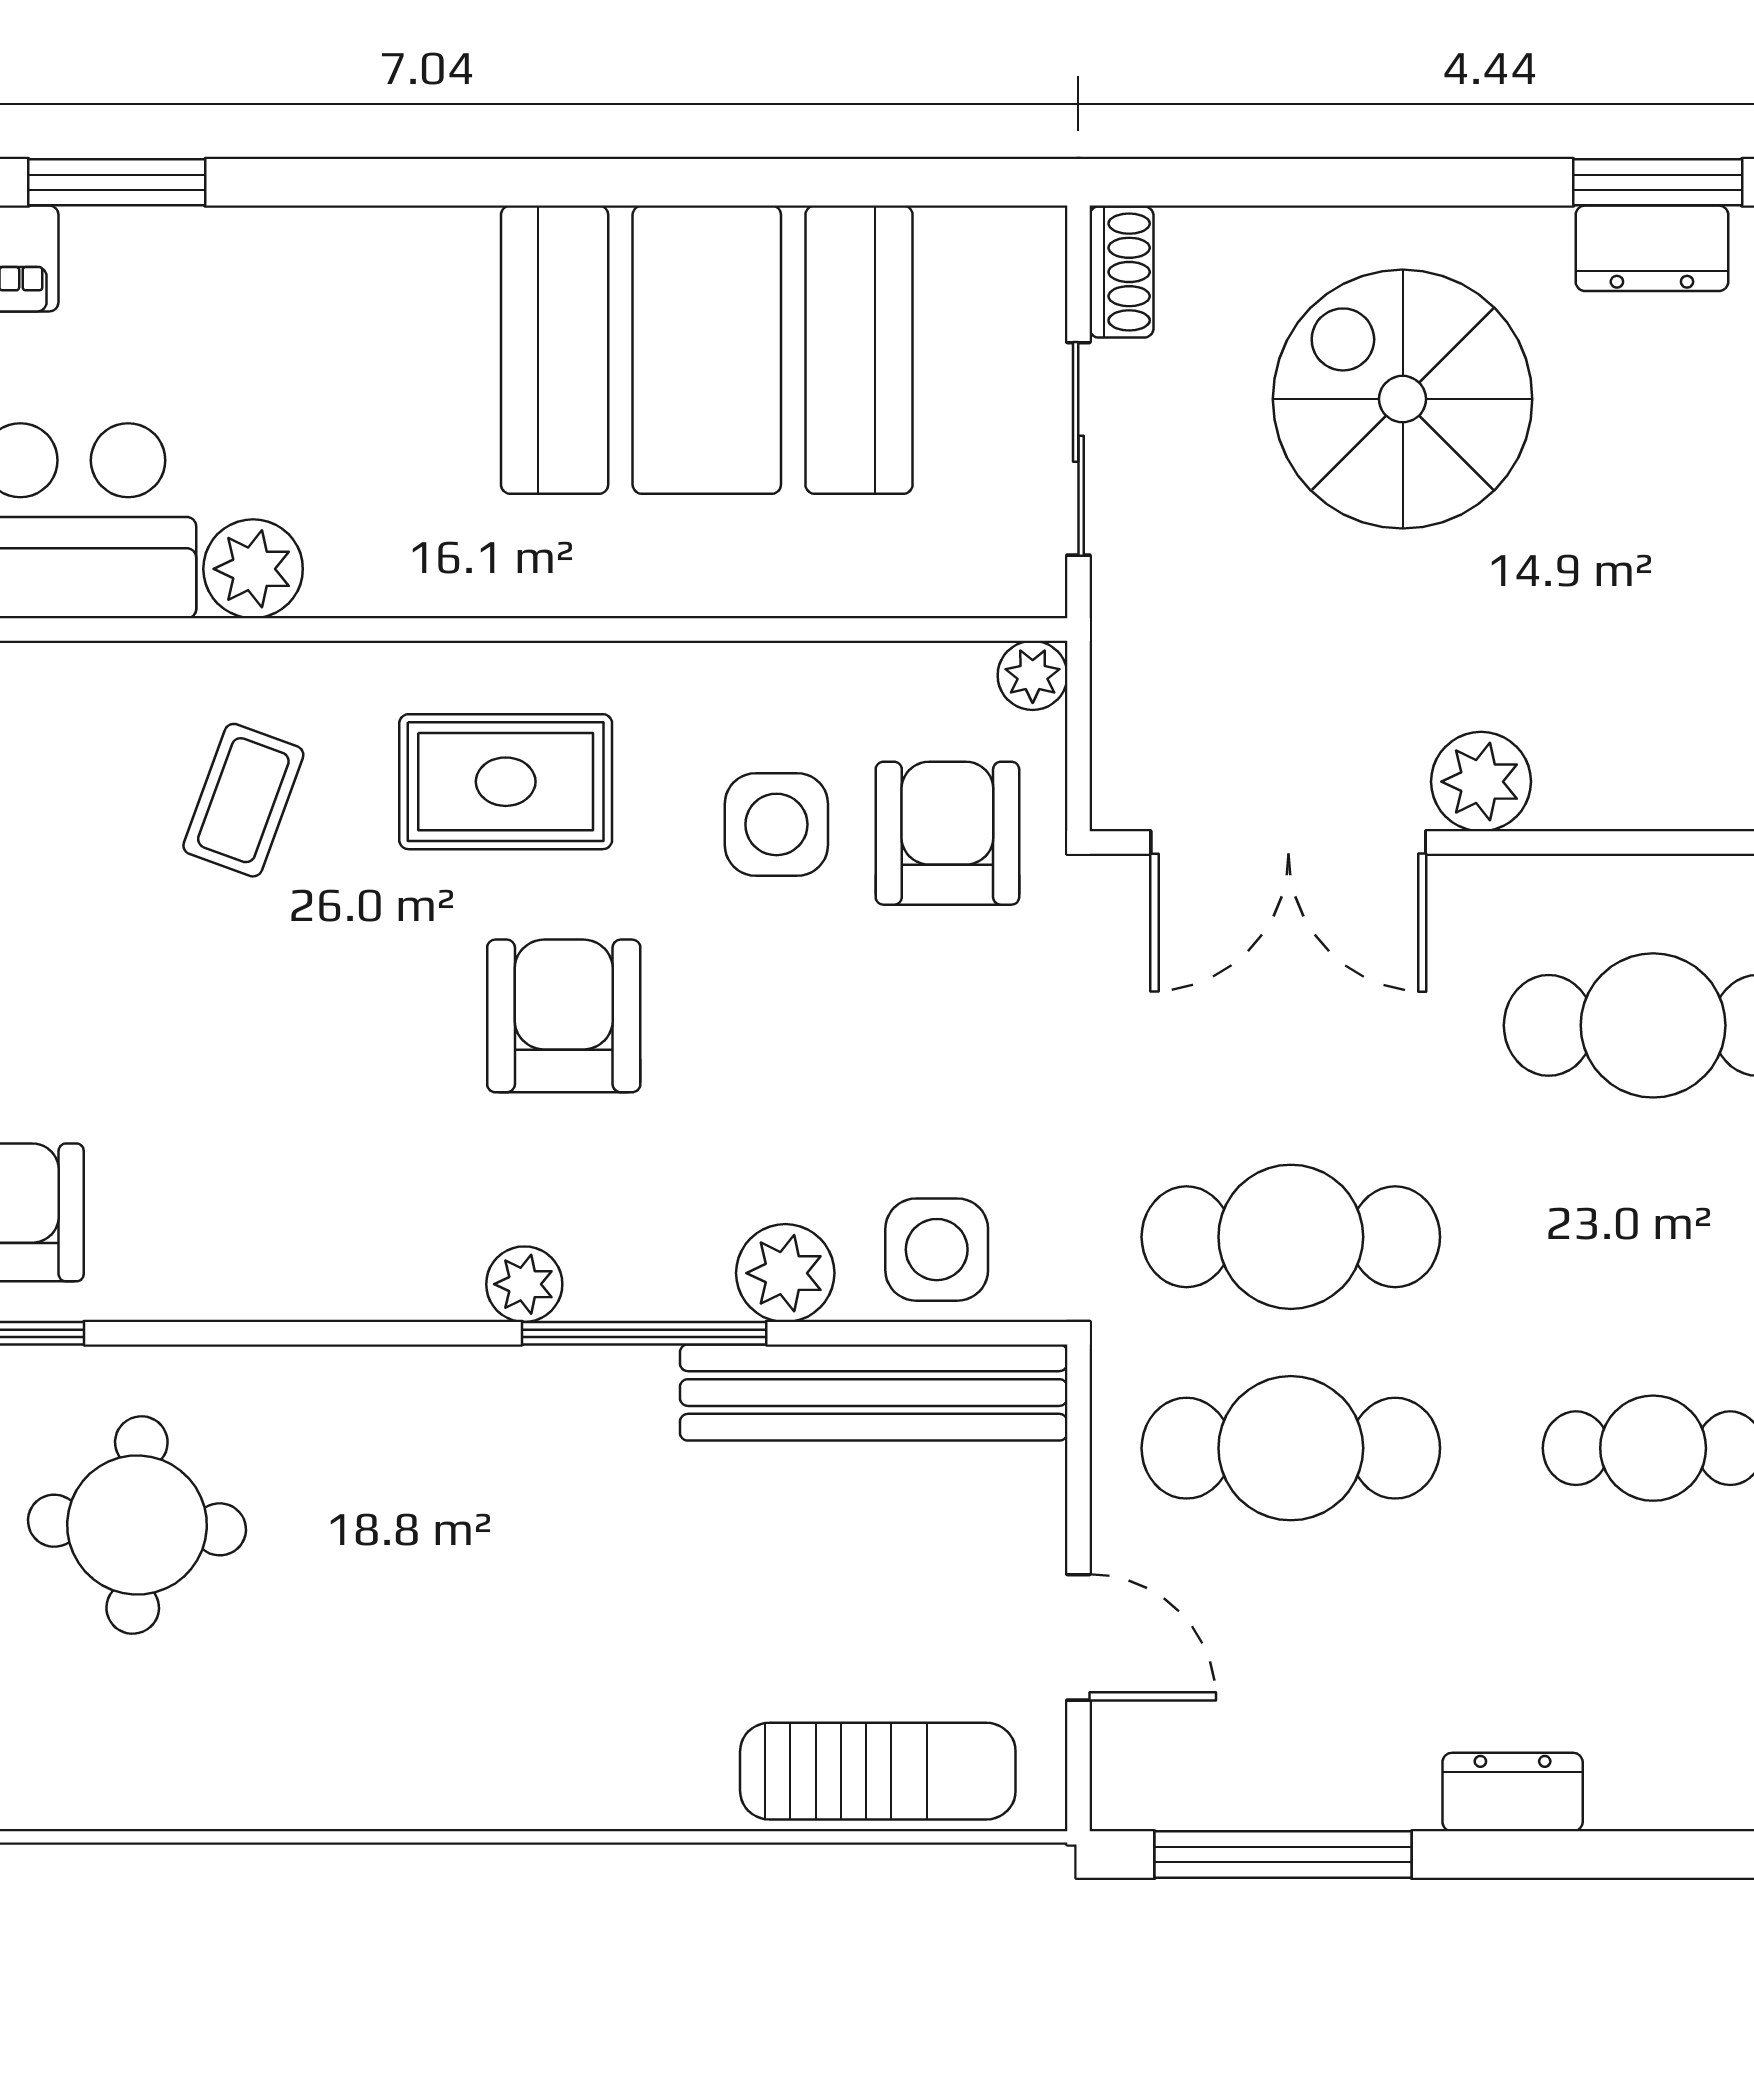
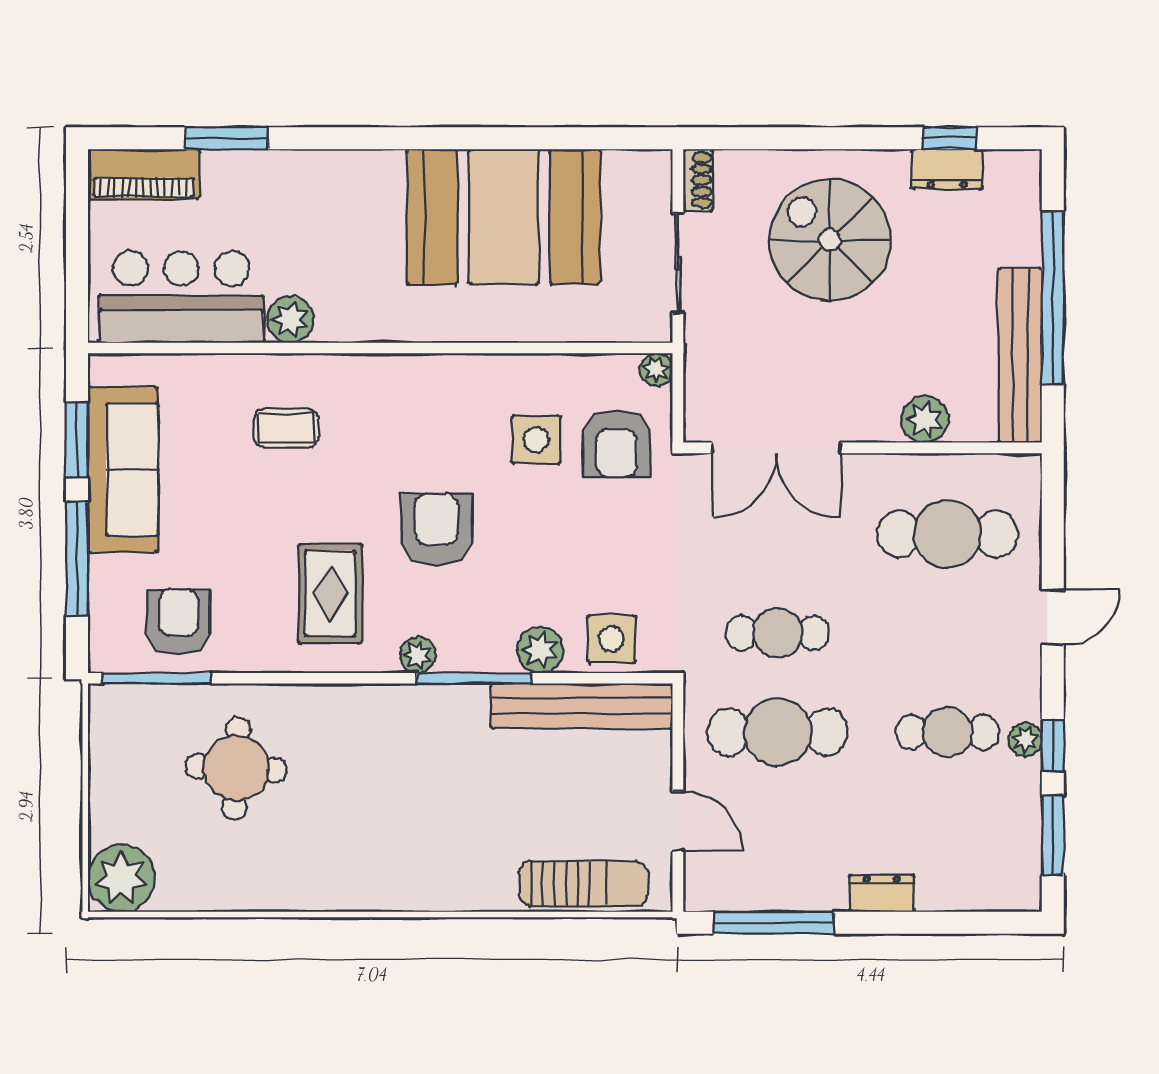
window: (1658, 182) -> (950, 138), width x0.67
rug: (506, 782) -> (330, 594), moved, turned 90
plant: (1481, 782) -> (925, 419), moved
coffee table: (243, 800) -> (286, 428), turned 70
armchair: (947, 833) -> (616, 444), turned 180
cafe table: (1291, 1237) -> (778, 633), width x0.73, depth x0.74

